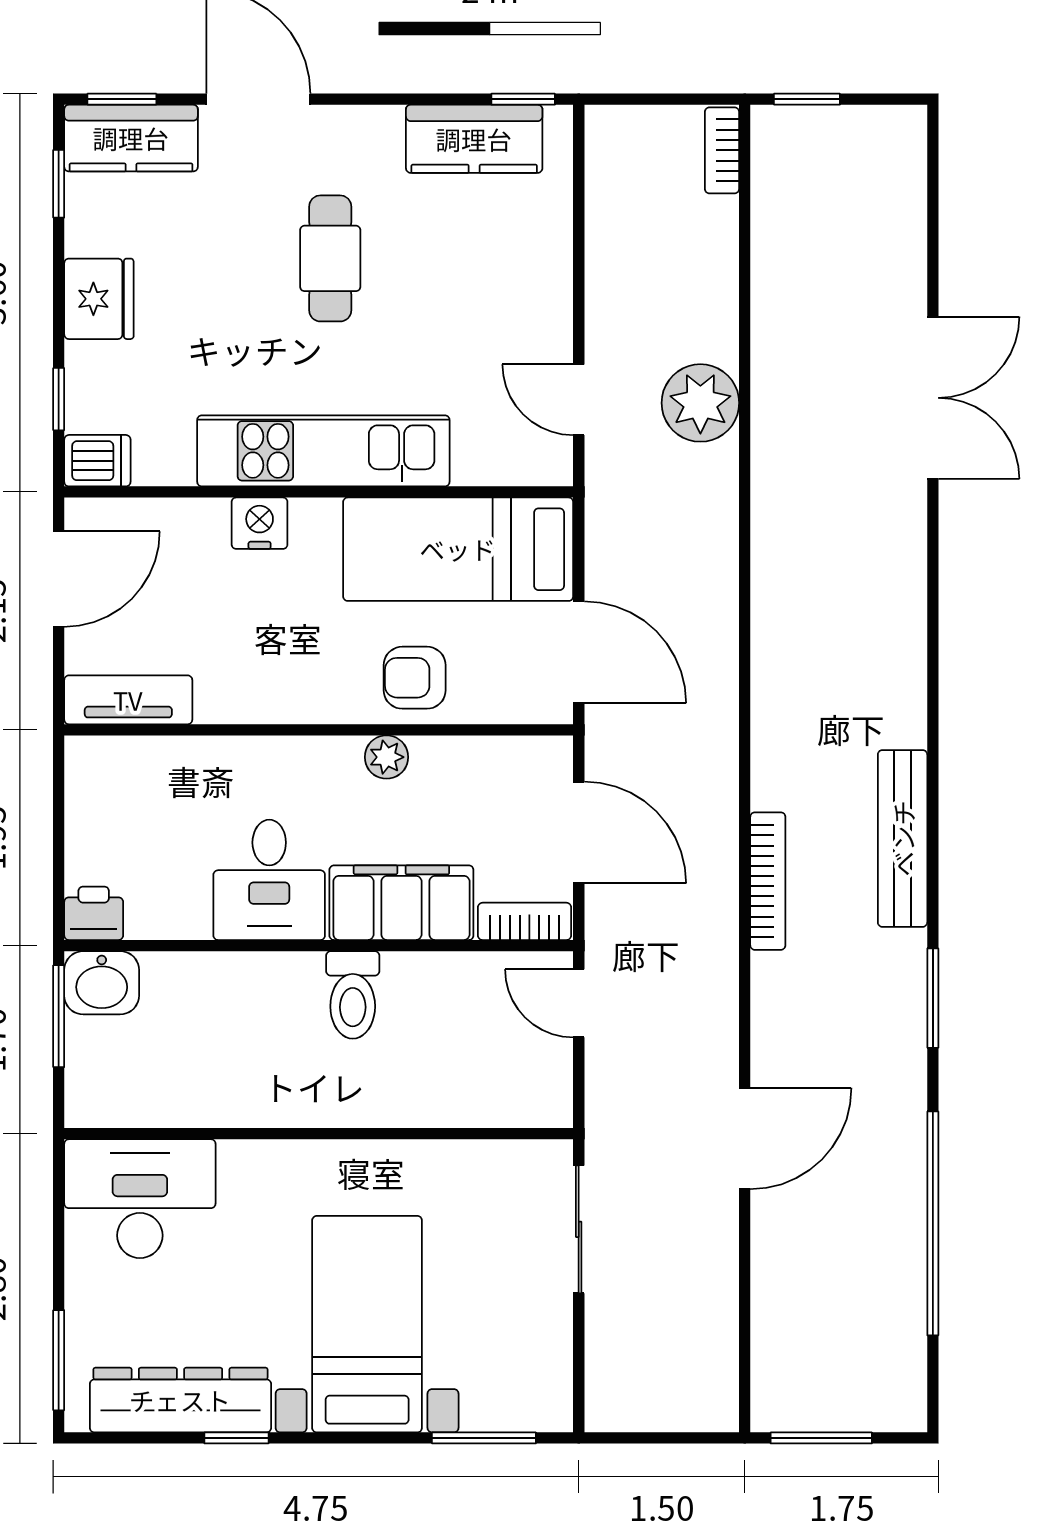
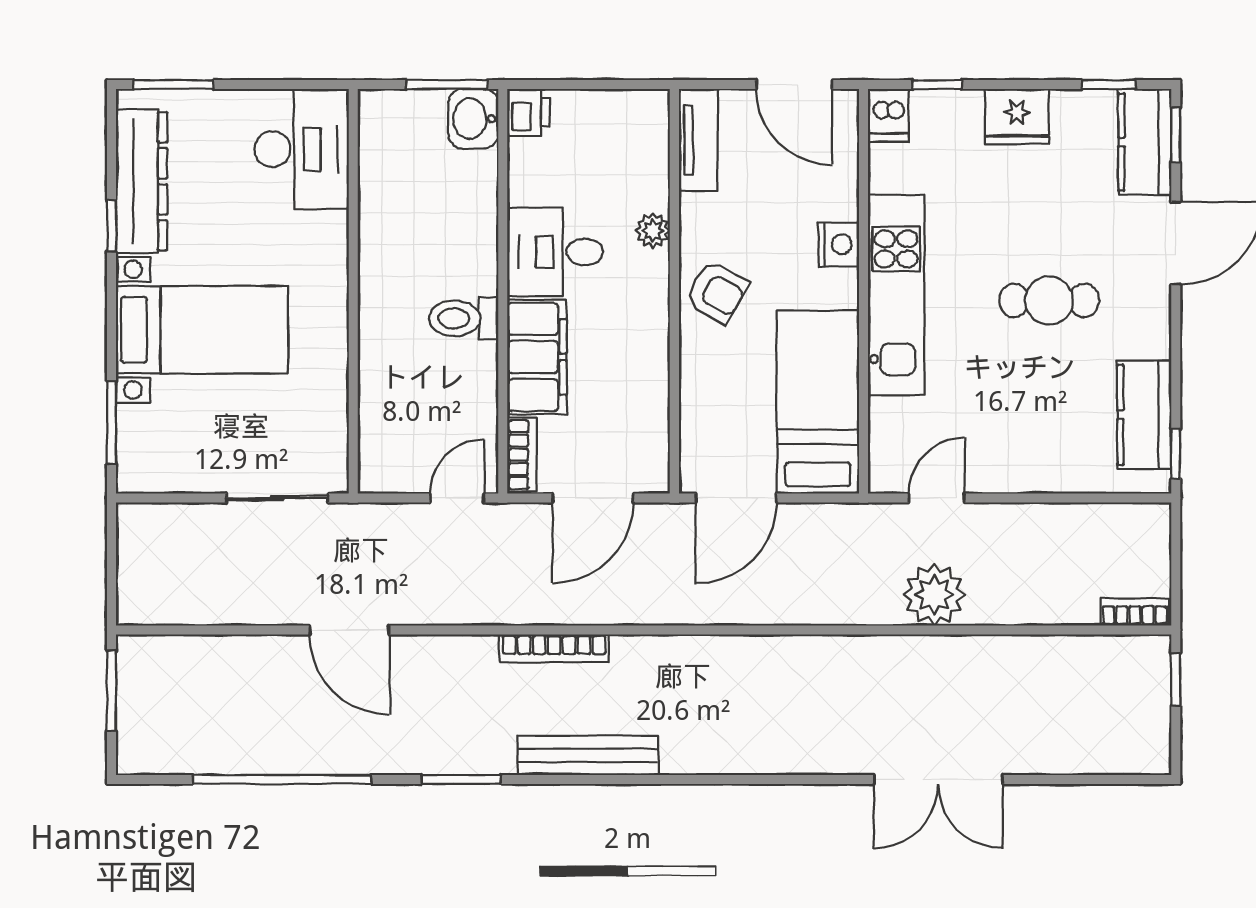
armchair: (415, 678) -> (717, 292), moved, turned 120
plant: (386, 757) -> (653, 231), moved

